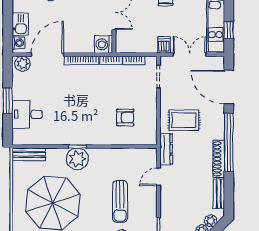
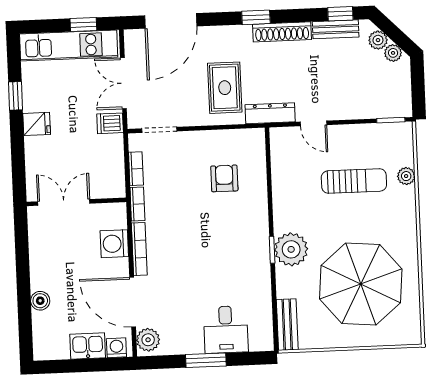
washing machine: (104, 44) -> (114, 244), moved, turned 90
window: (229, 142) -> (256, 17), width x0.32
window: (229, 197) -> (340, 14), added

